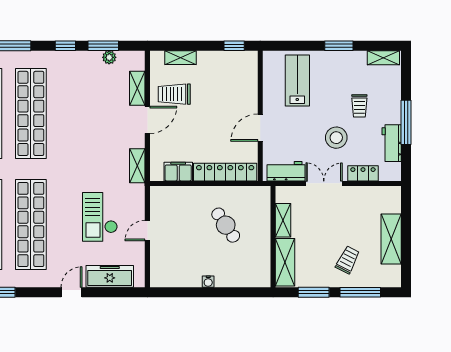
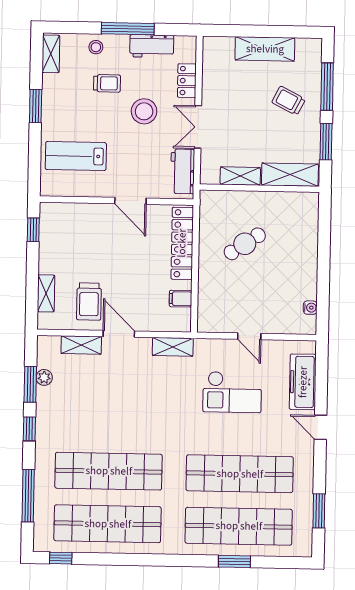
stool: (390, 96) -> (96, 47), added
filing cabinet: (178, 172) -> (181, 299), width x0.50
water cooler: (208, 282) -> (310, 308), moved

